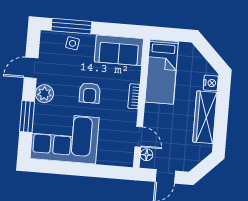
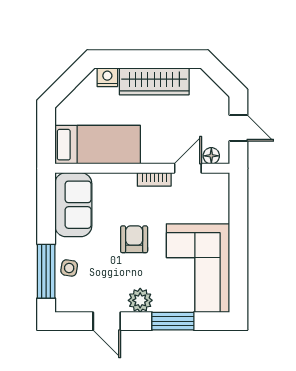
armchair: (90, 93) -> (134, 239), turned -90
bookcase: (134, 96) -> (154, 179), moved

